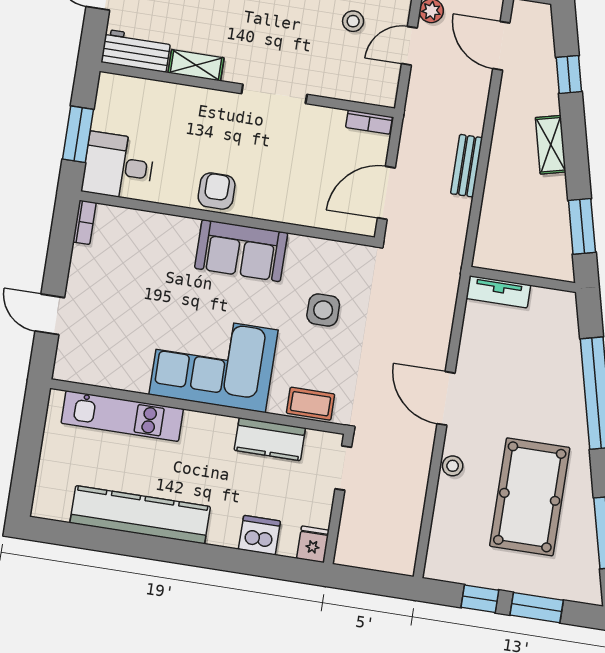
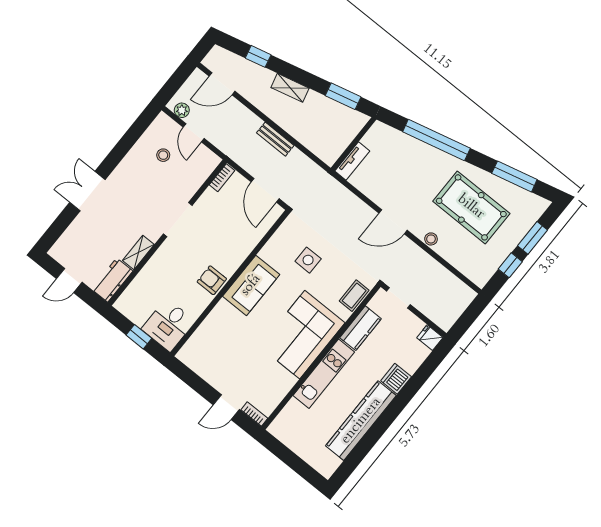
window: (78, 134) -> (139, 337), width x0.67
bookcase: (84, 222) -> (254, 414), moved
kitchen unit: (122, 416) -> (324, 374), moved
dishwasher: (259, 535) -> (396, 379), moved

